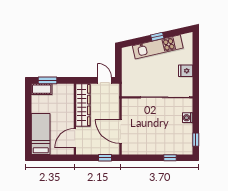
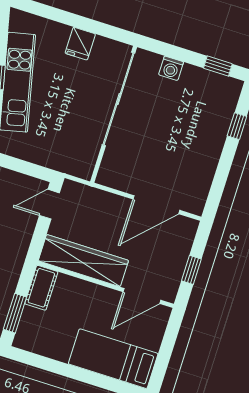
cot: (42, 89) -> (41, 288), moved
door: (75, 138) -> (142, 296), hinge flipped
window: (105, 158) -> (191, 270), moved

